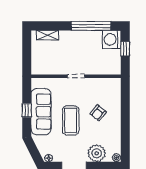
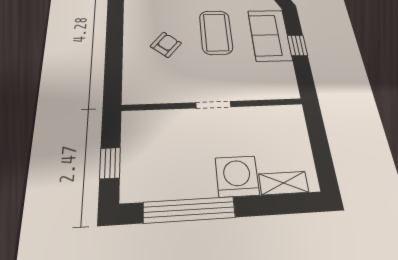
washing machine: (112, 39) -> (237, 176), moved, turned -90
sofa: (41, 112) -> (270, 35), width x0.73

